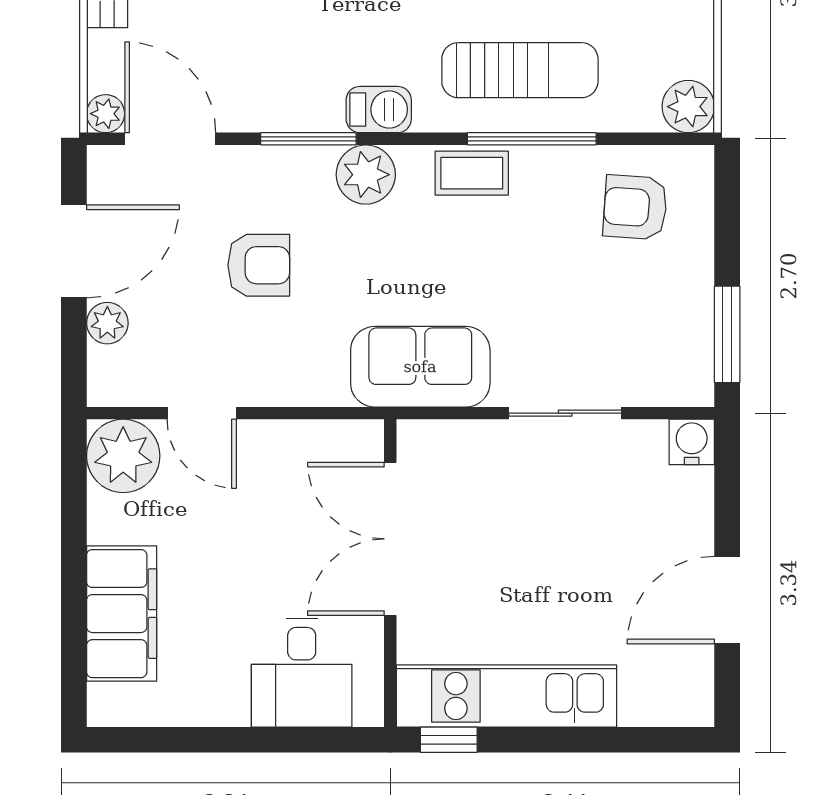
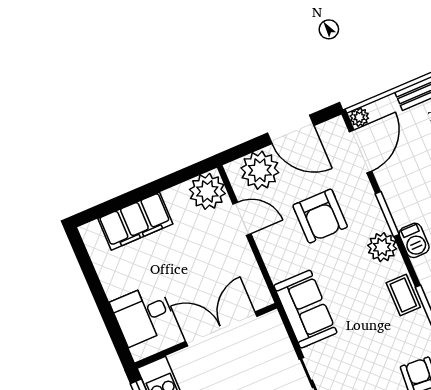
armchair: (259, 265) -> (320, 216), width x1.38, depth x1.38
plant: (107, 323) -> (260, 170), width x1.88, depth x1.88
door: (202, 413) -> (242, 219), swing flipped

